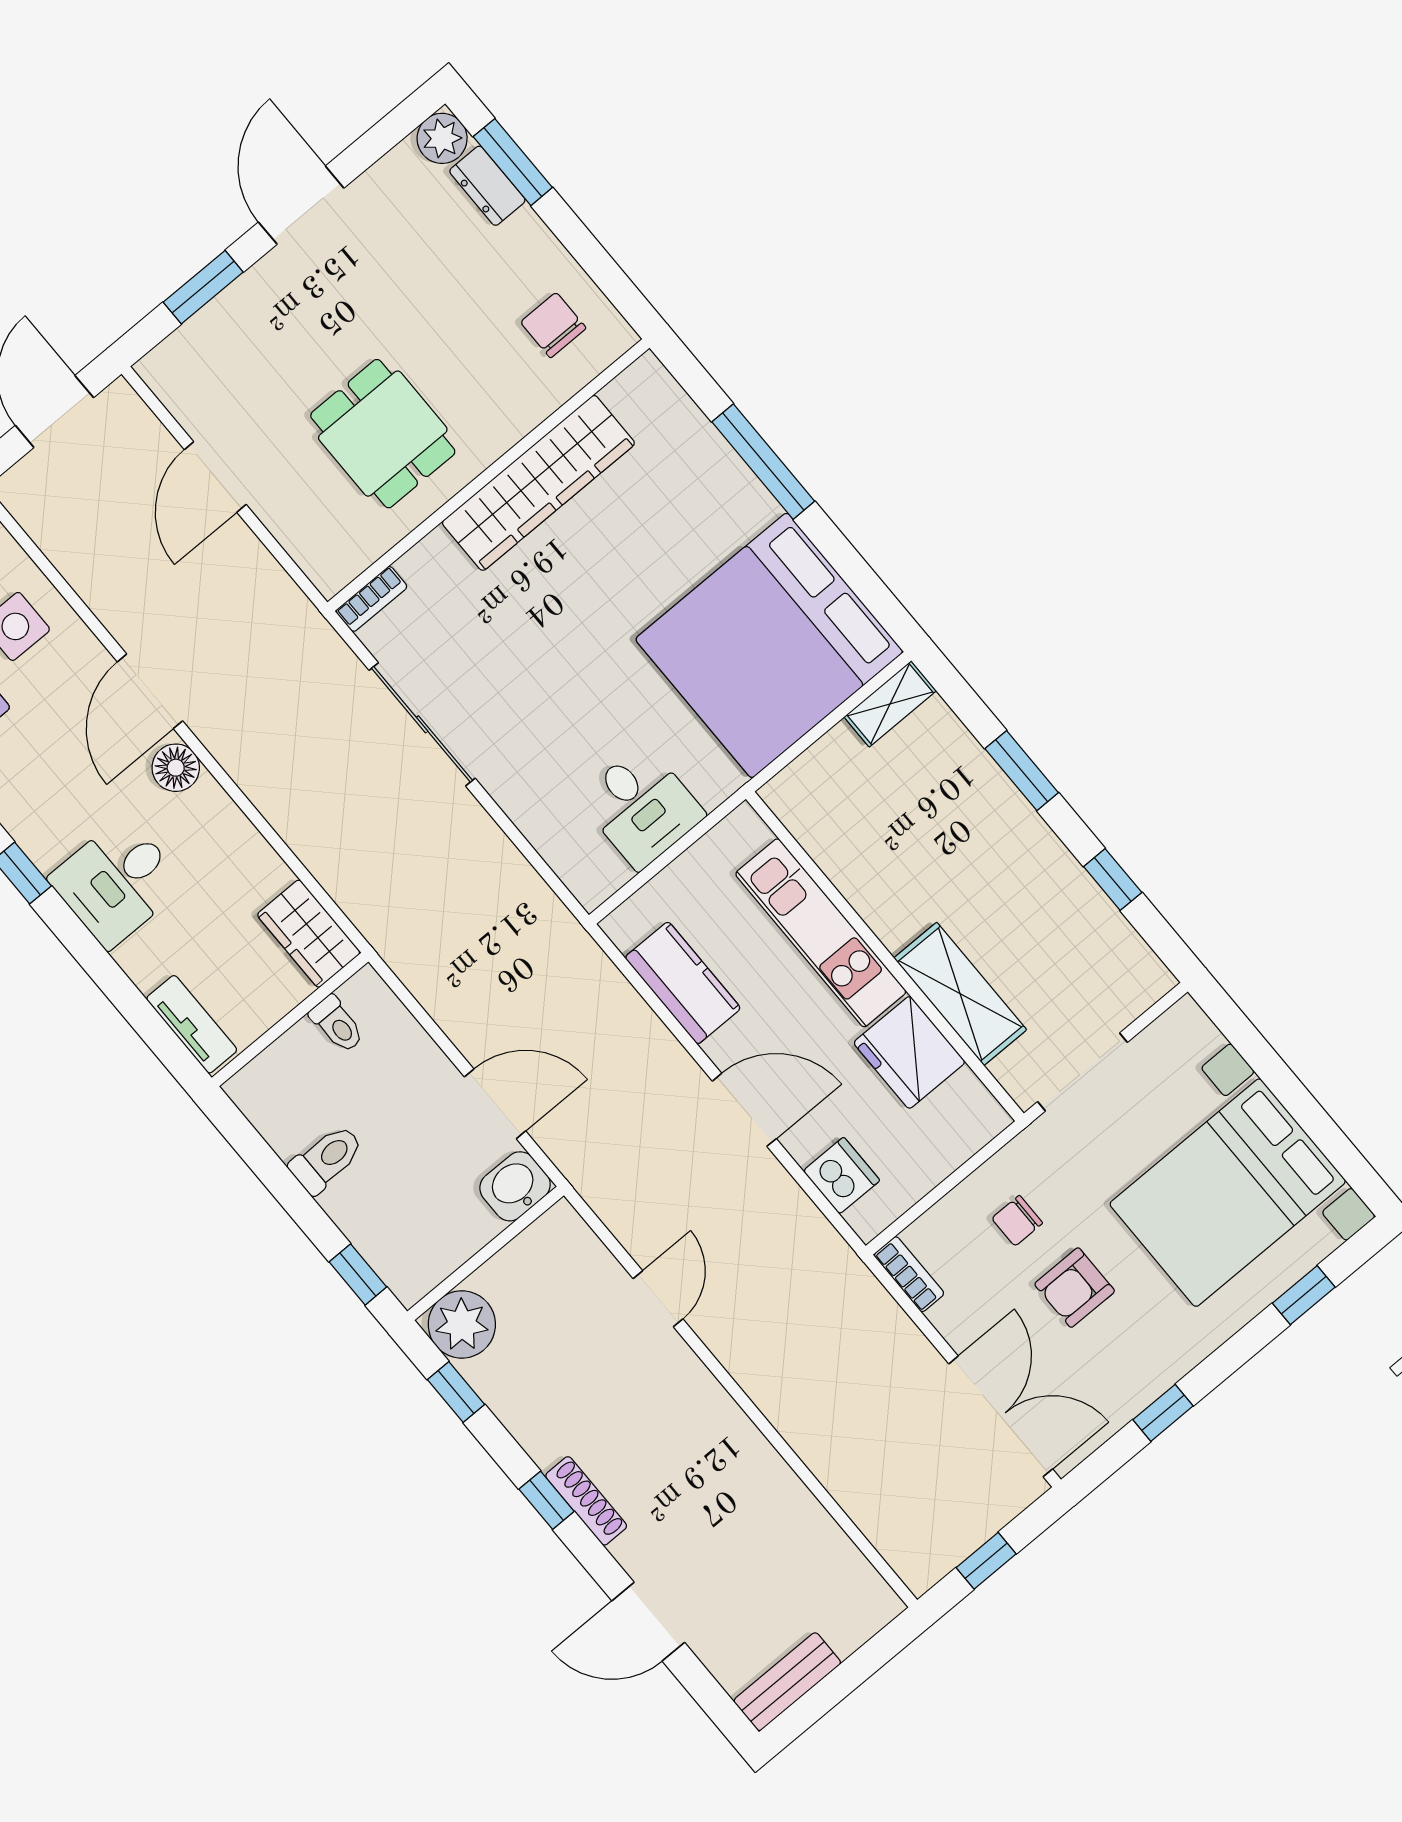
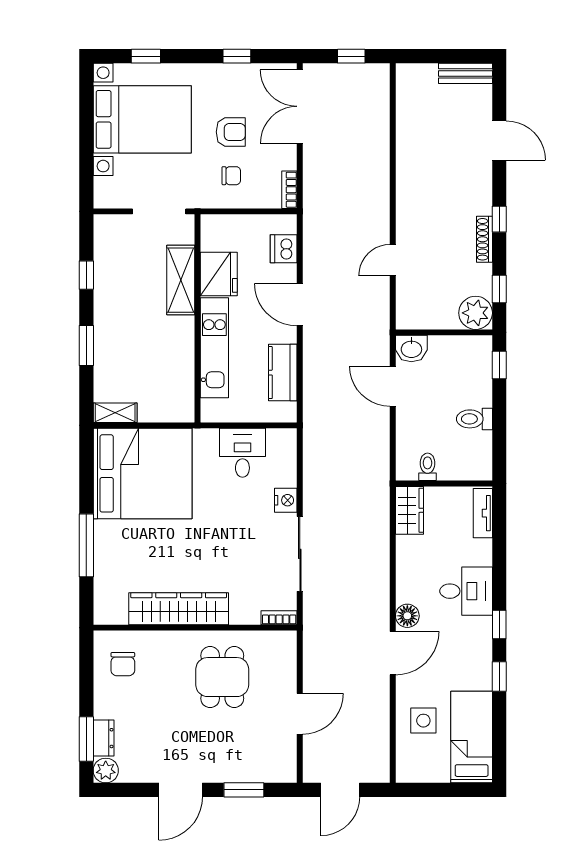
nightstand: (513, 789) -> (286, 500), added
shoe rack: (586, 1501) -> (484, 239), moved

